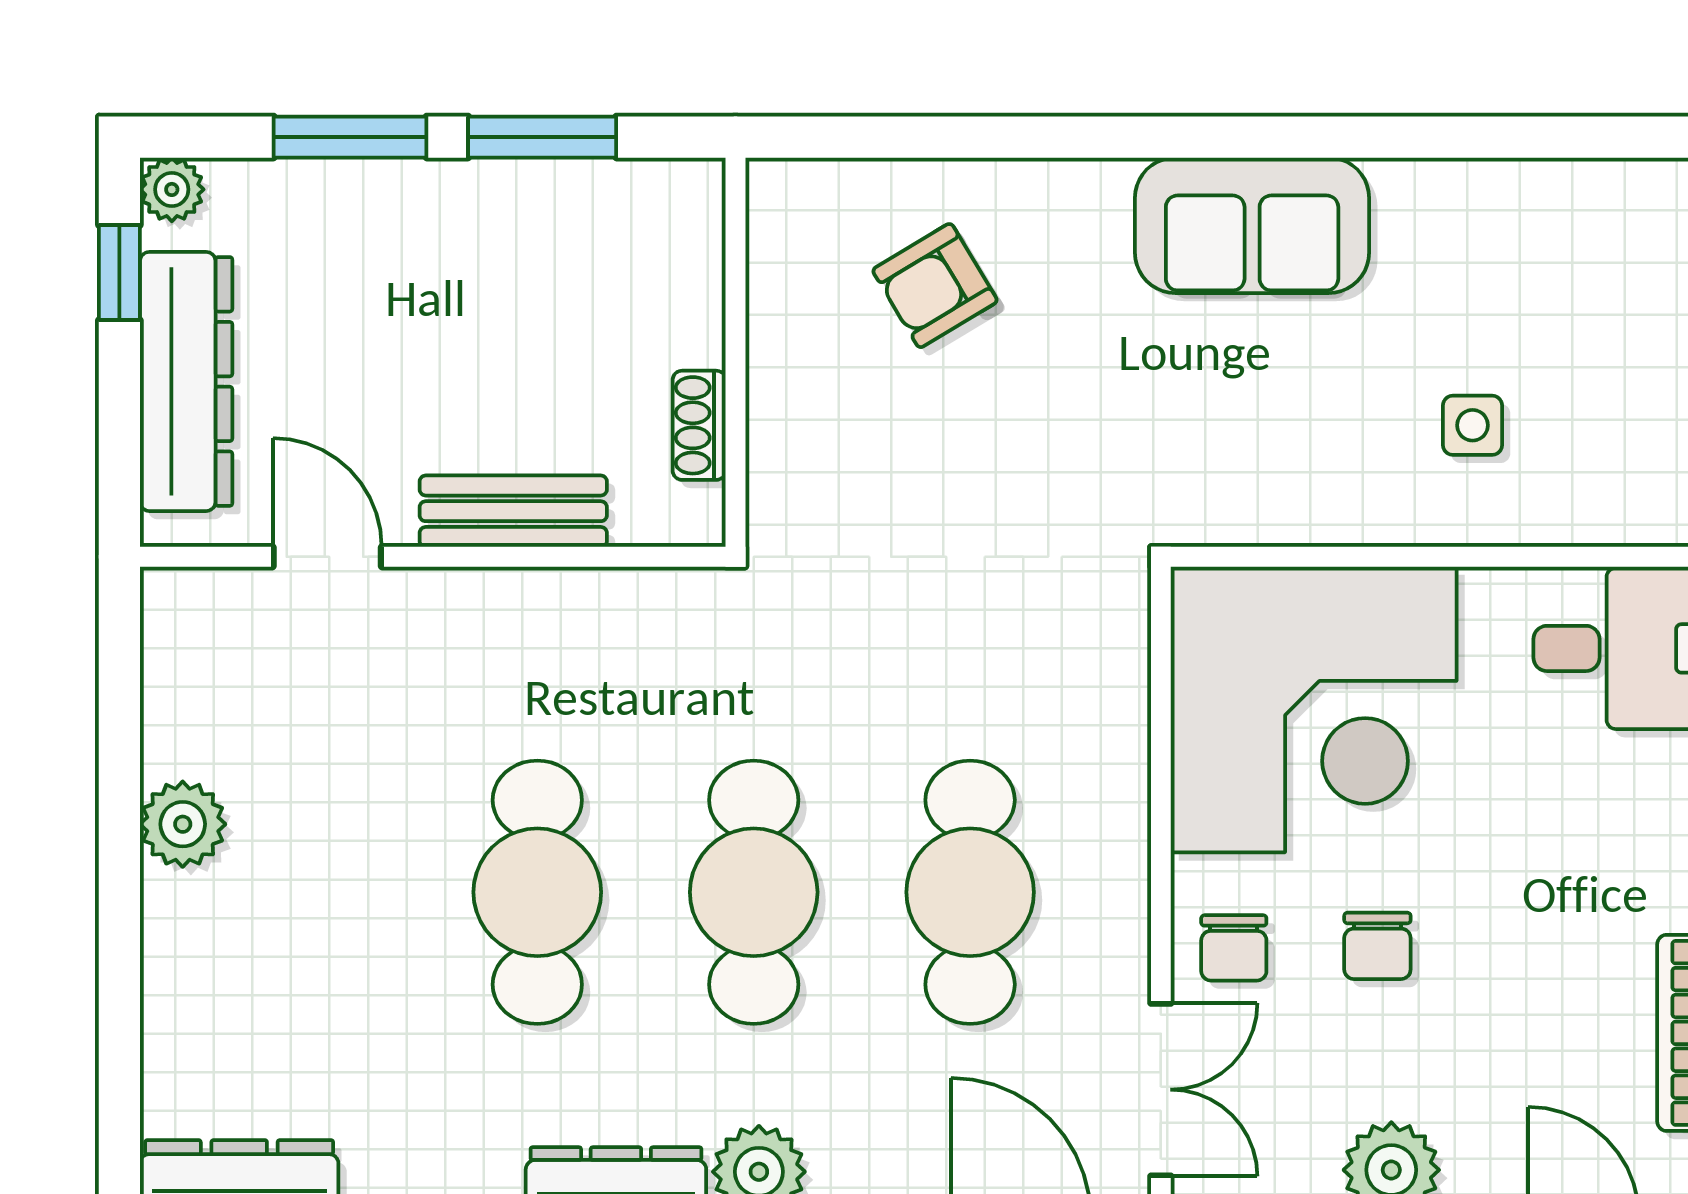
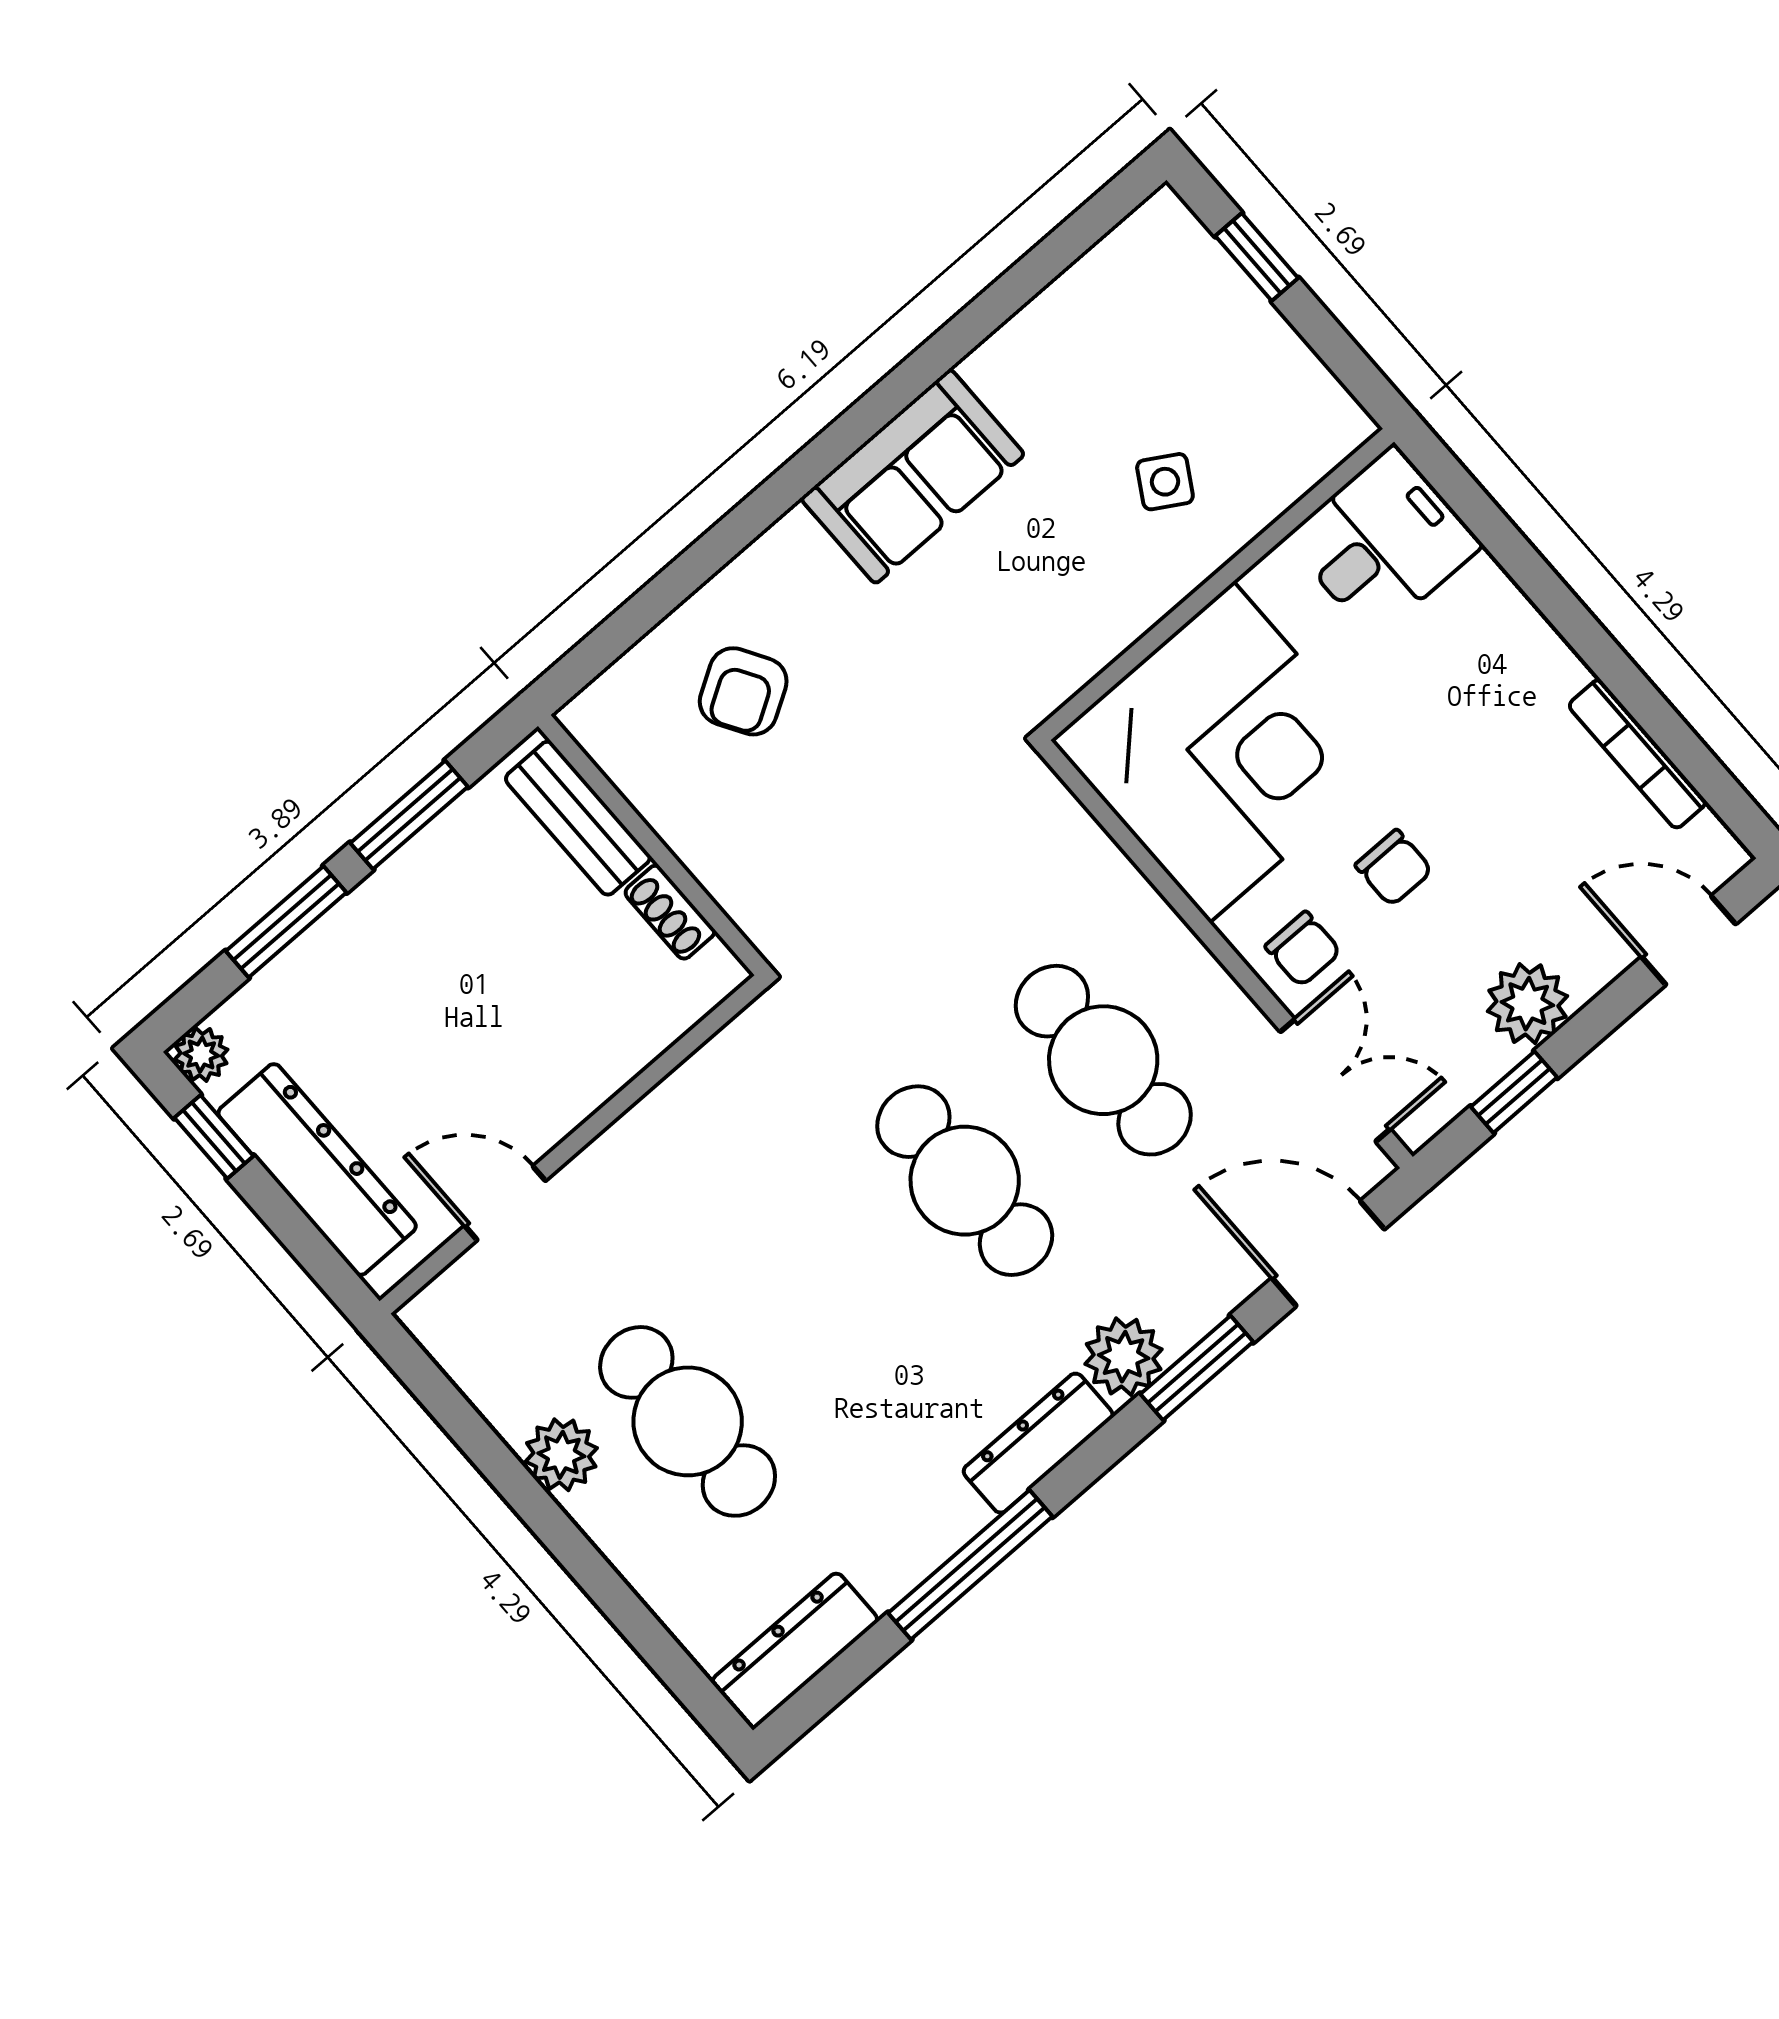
side table: (1472, 425) -> (1165, 482), turned 31
bench: (513, 511) -> (578, 818), moved, turned 90
cafe table: (537, 892) -> (688, 1421), moved

